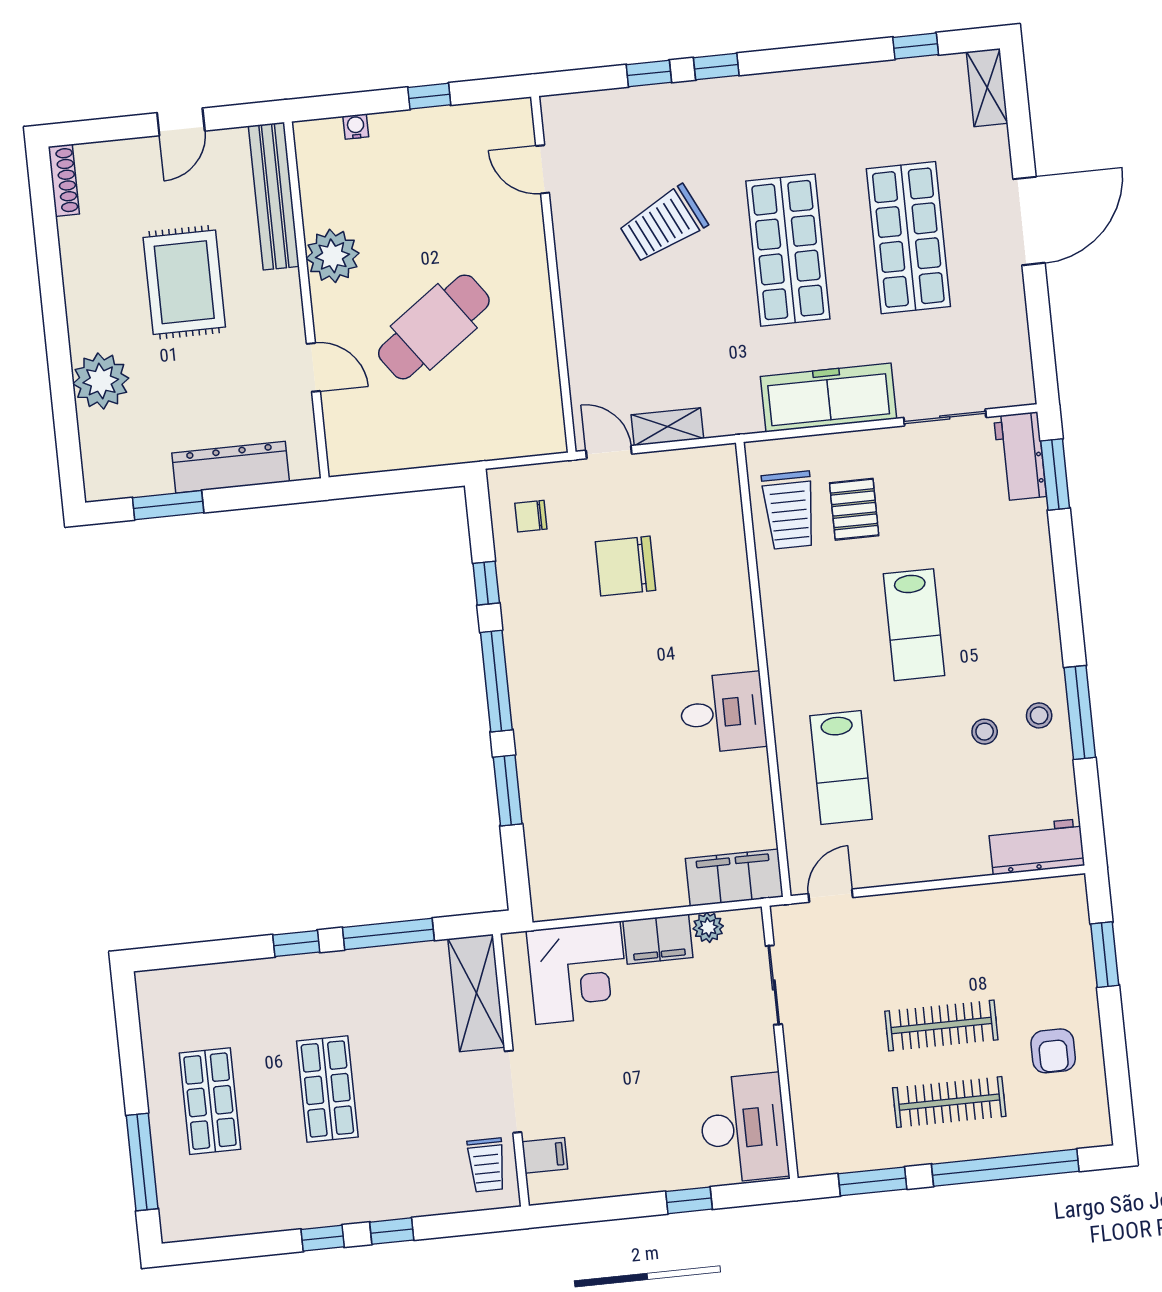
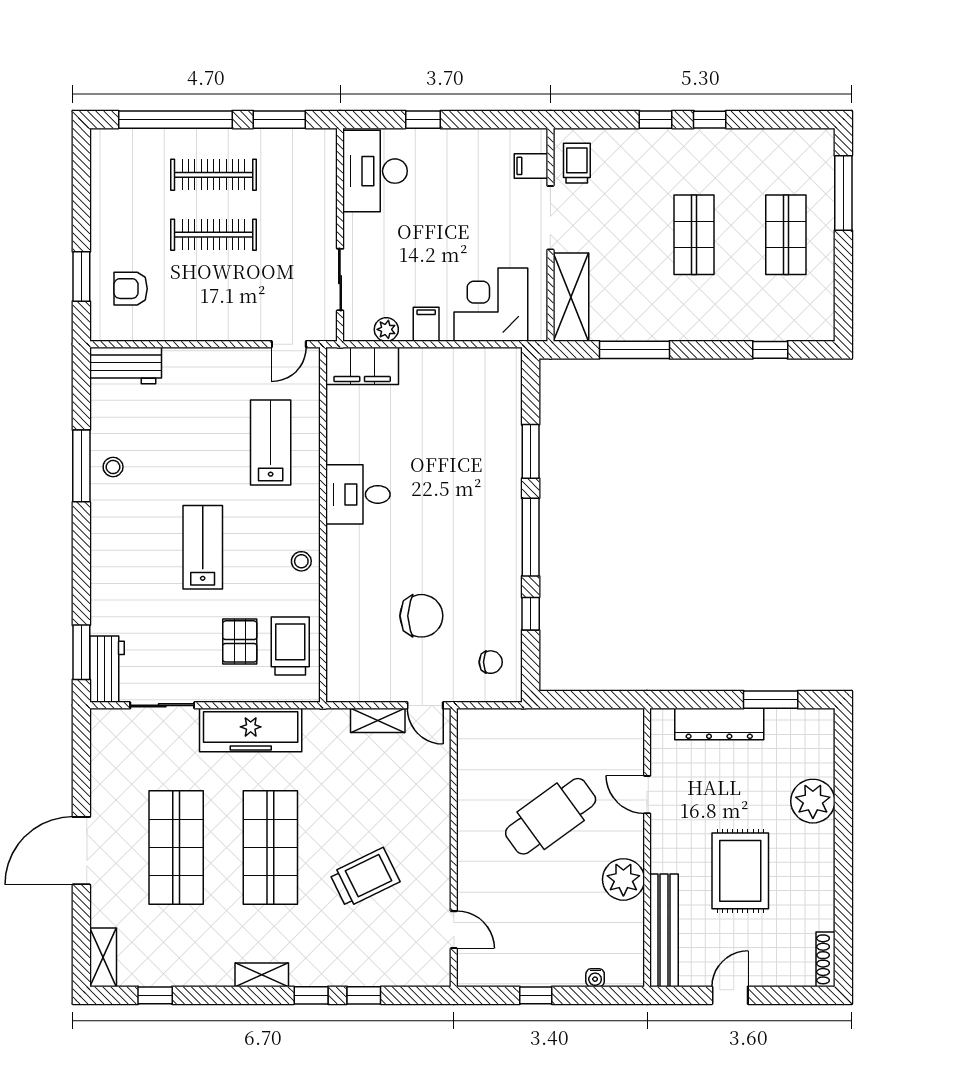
shelving: (782, 86) -> (262, 975), added
stool: (985, 732) -> (301, 561), moved
filing cabinet: (658, 939) -> (426, 324), width x0.50
window: (296, 943) -> (770, 350), moved
armchair: (1053, 1051) -> (131, 289), moved, turned -90

